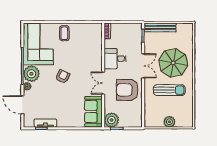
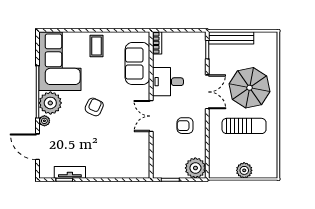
armchair: (127, 90) -> (185, 126), width x0.53, depth x0.53
sofa: (93, 112) -> (137, 64), moved
plant: (112, 120) -> (195, 168), moved

